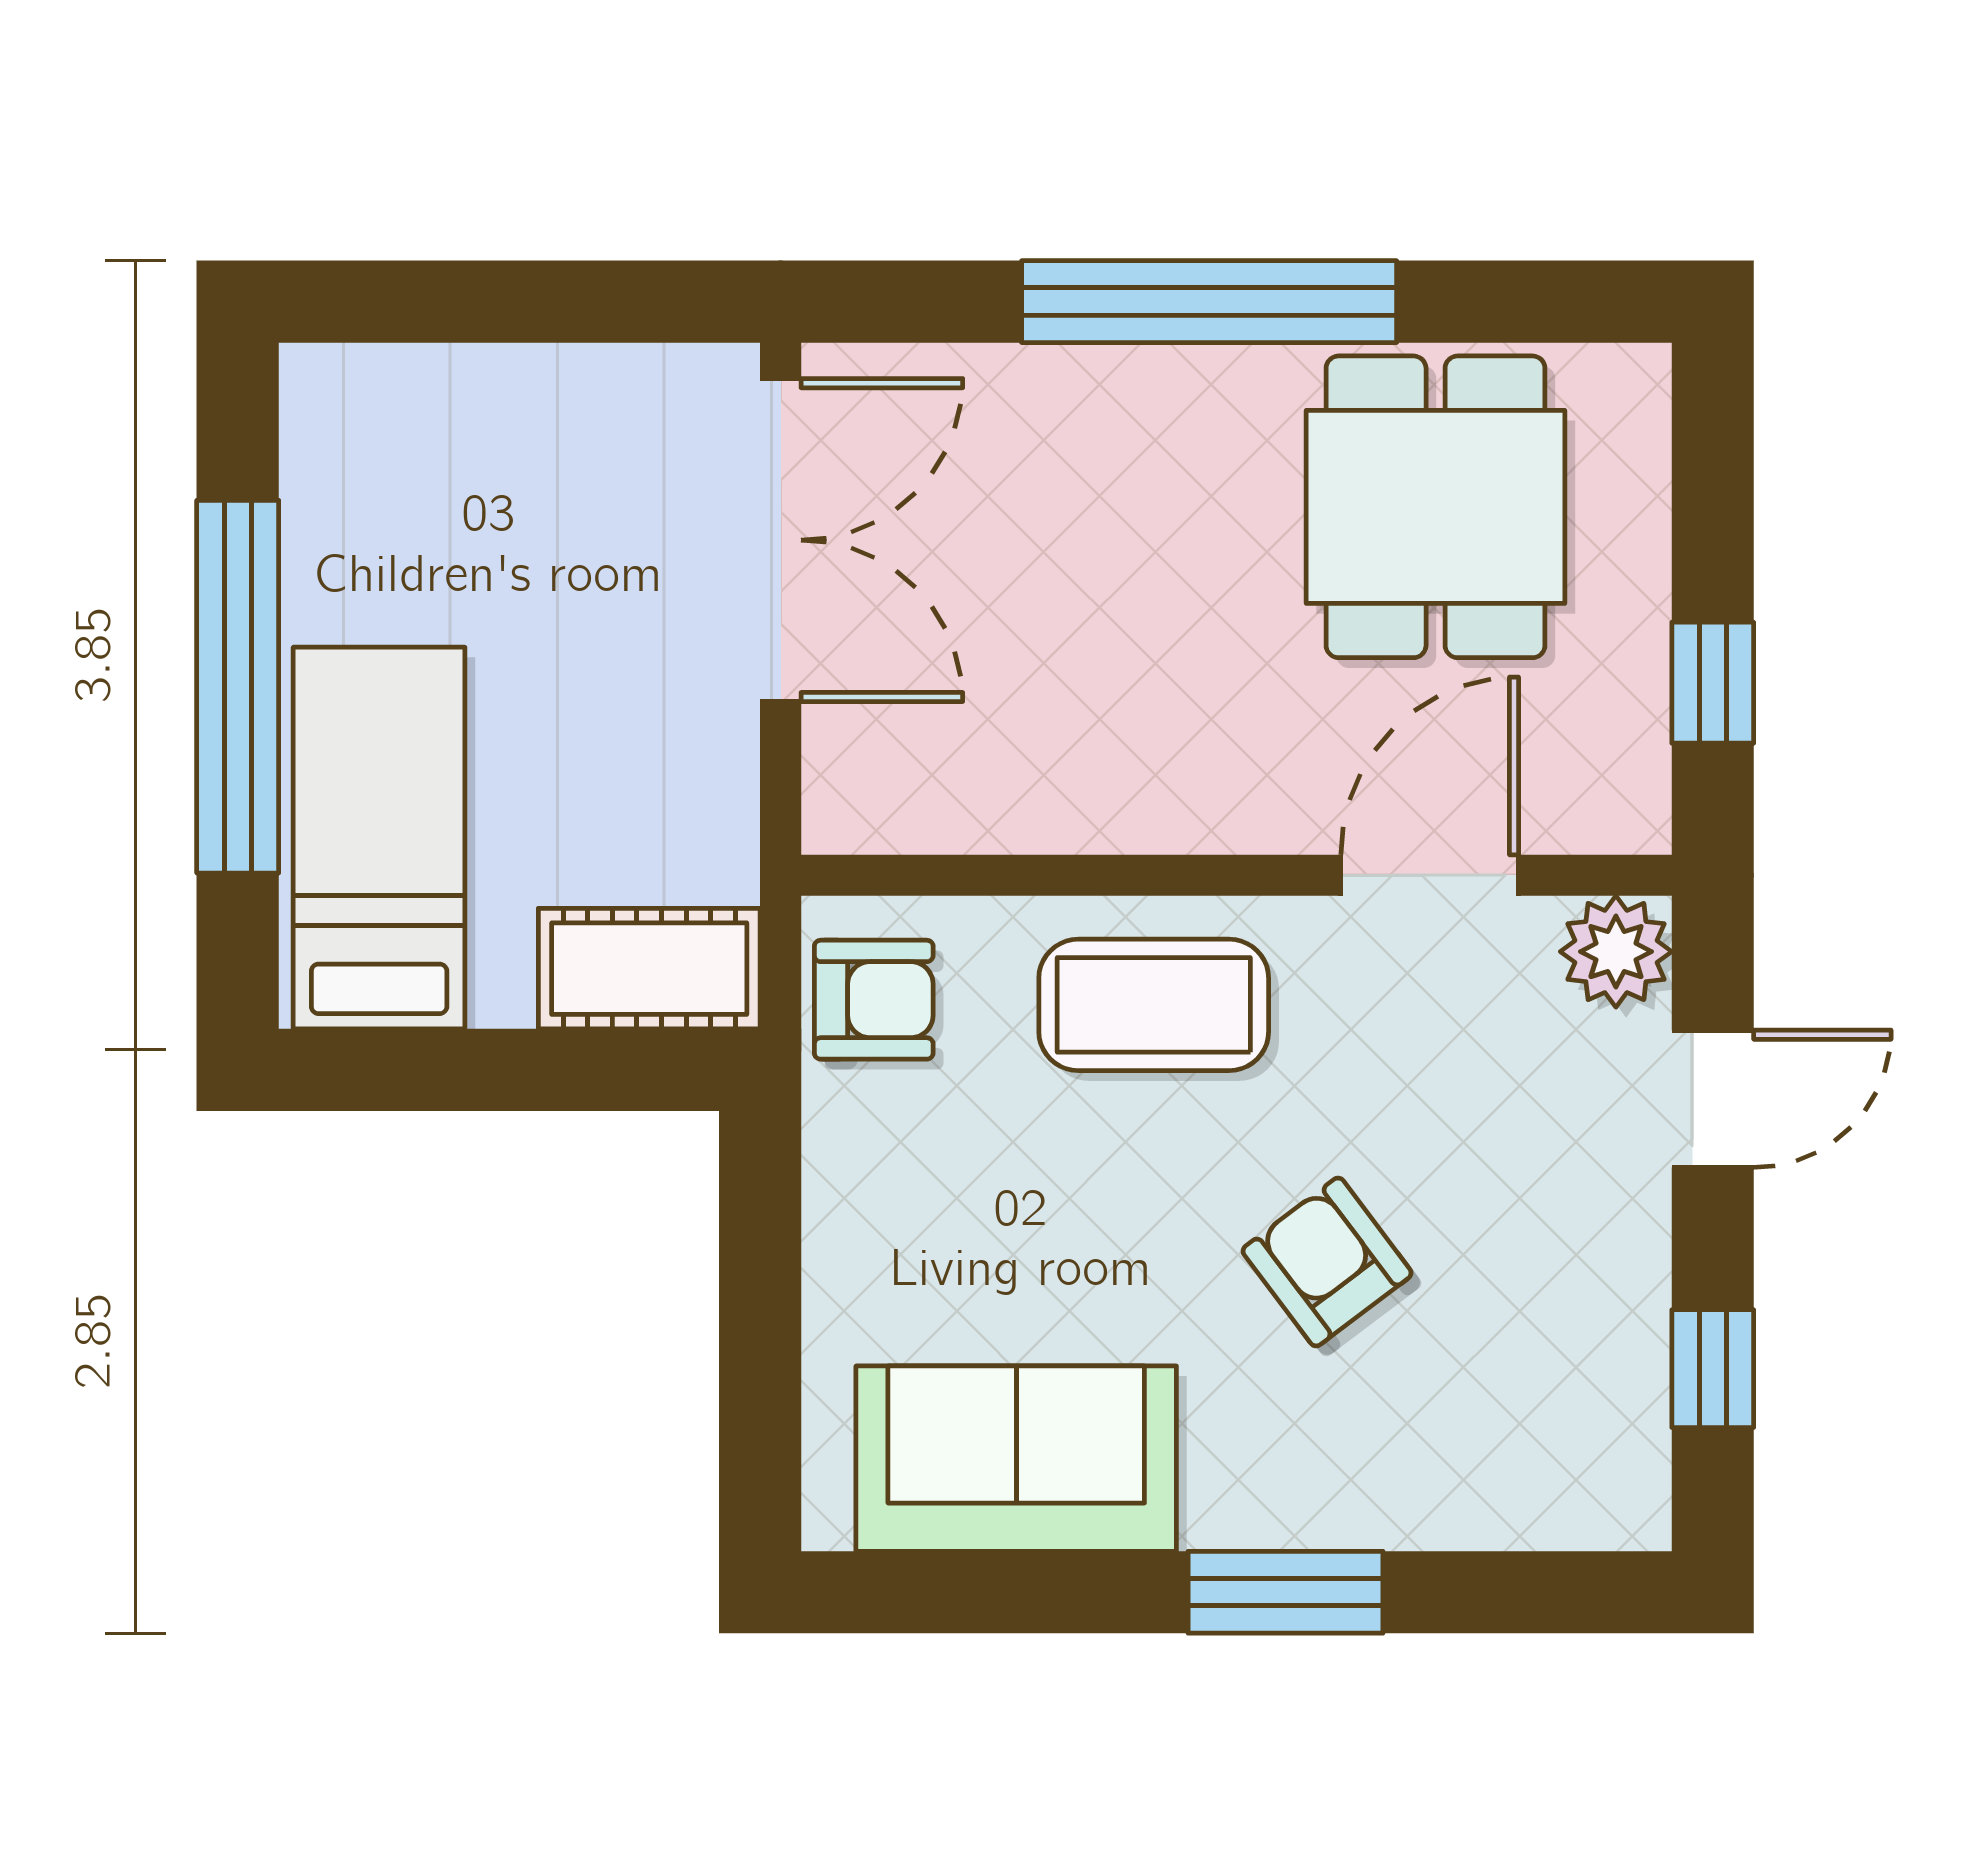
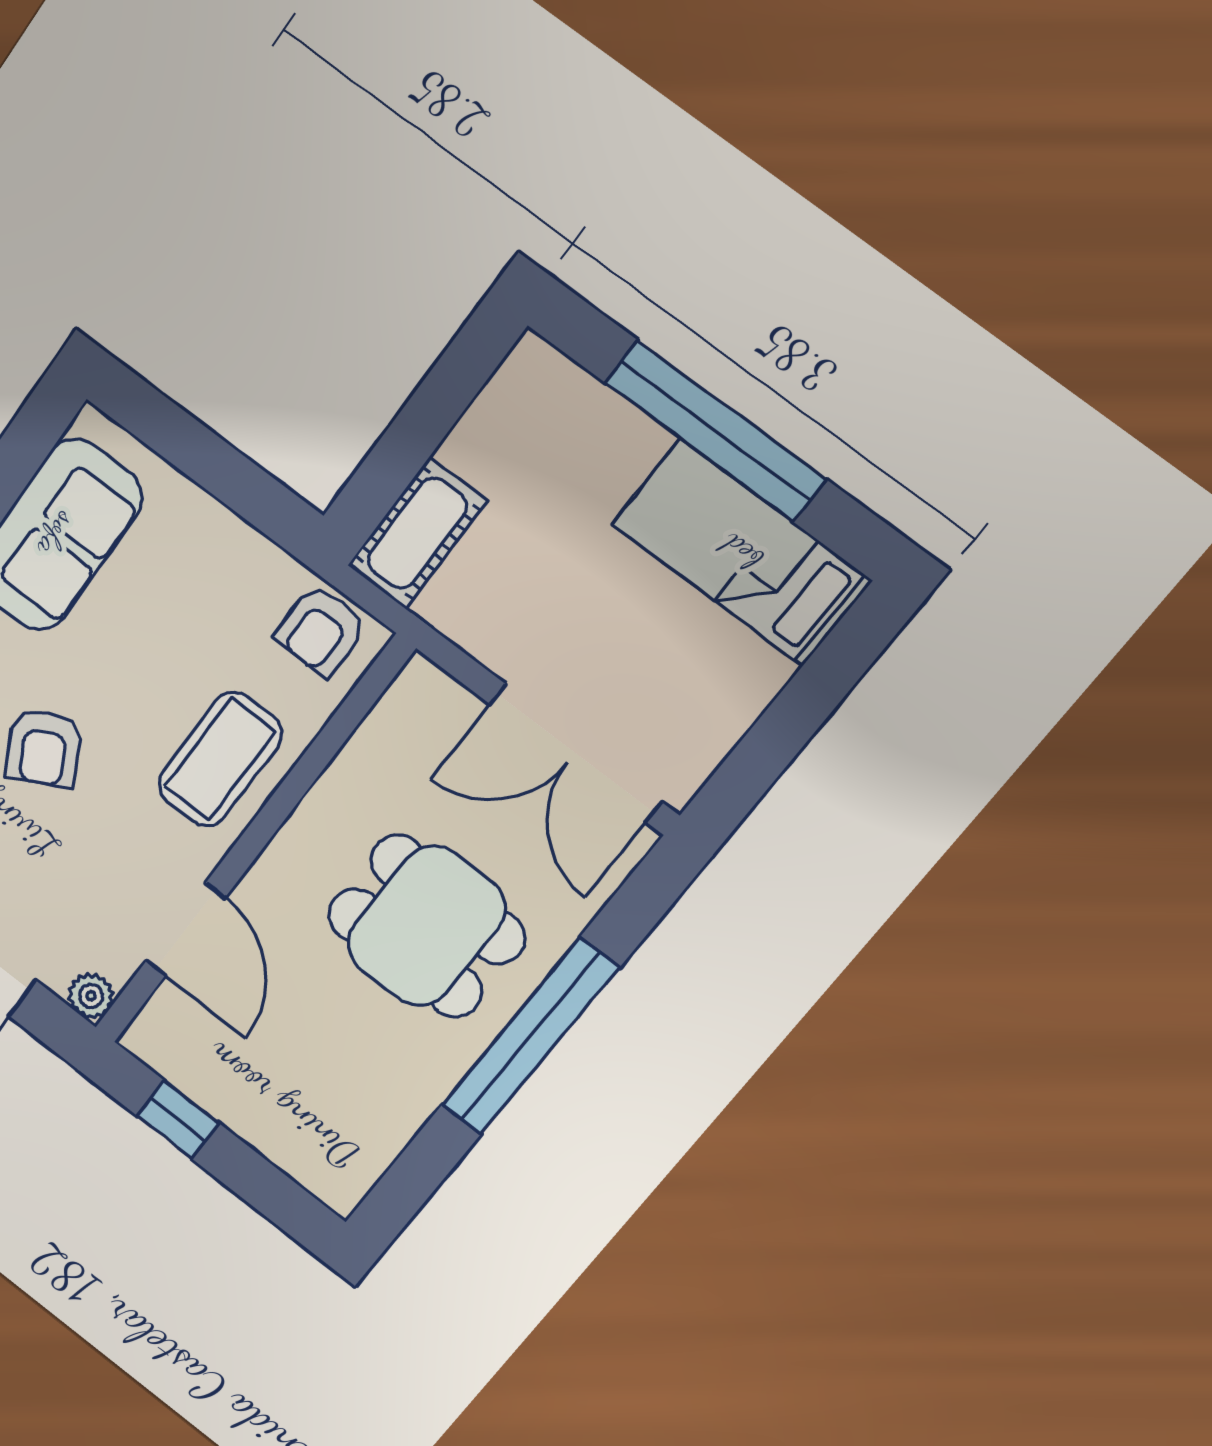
dining table: (1436, 507) -> (426, 926), moved
bed: (379, 838) -> (741, 552), moved, turned 180
plant: (1616, 952) -> (91, 996), width x0.73, depth x0.73
armchair: (1327, 1262) -> (44, 748), turned 99

